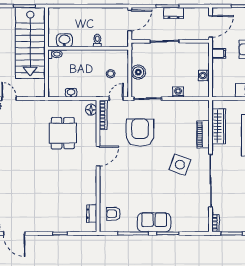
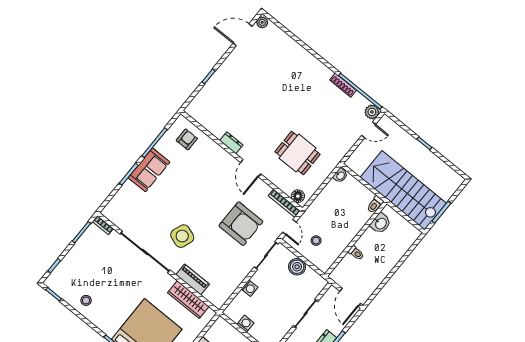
washbasin: (71, 93) -> (340, 176), moved
dresser: (92, 214) -> (231, 143), moved

